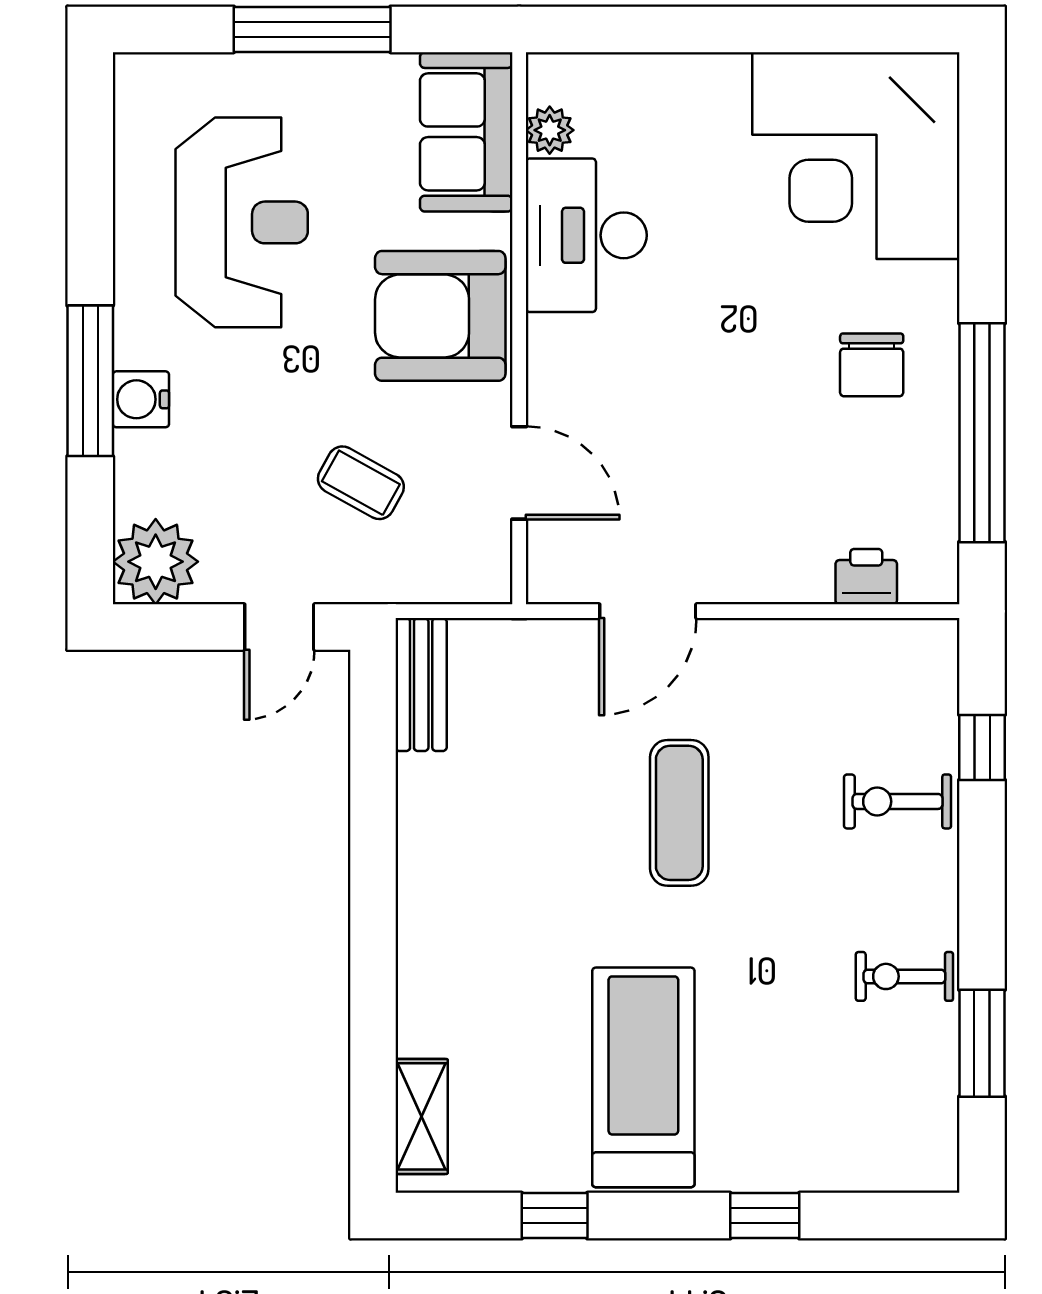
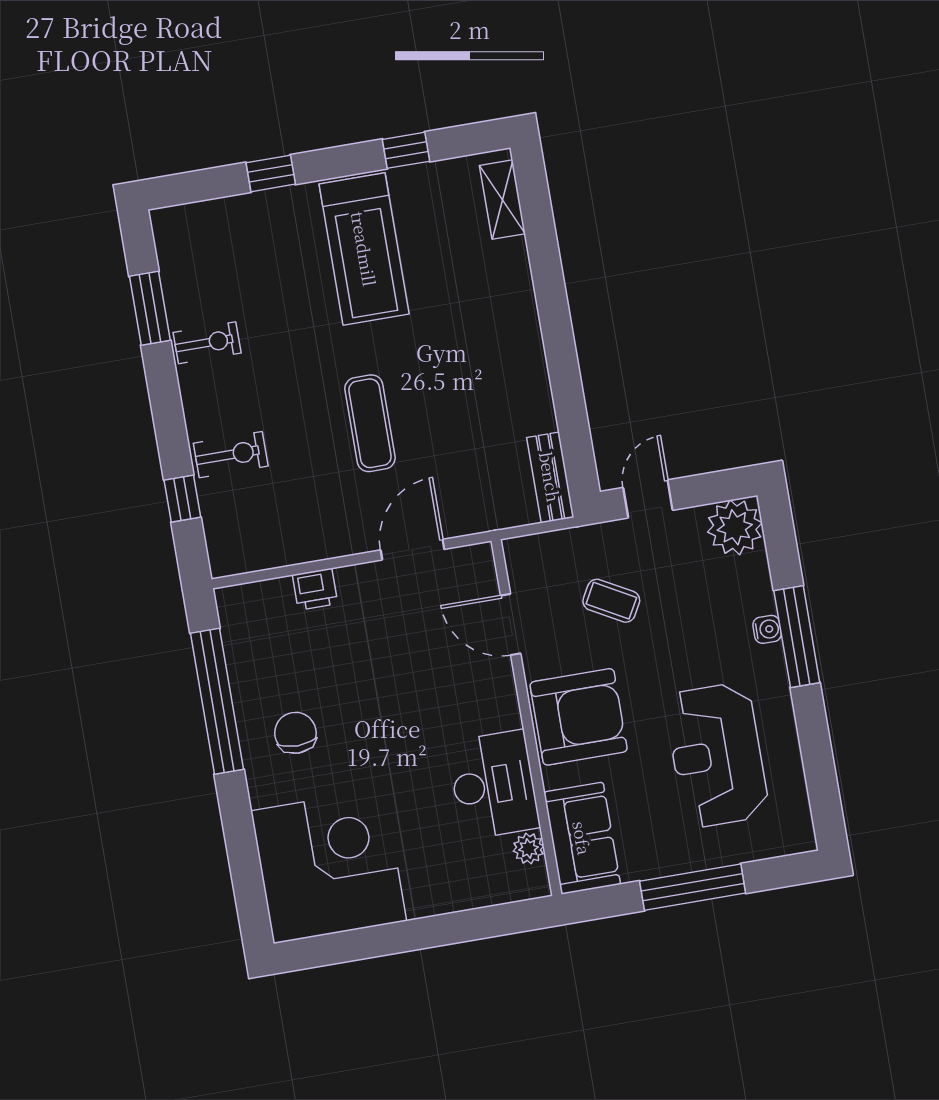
water cooler: (141, 399) -> (767, 629), width x0.72, depth x0.72
printer: (866, 577) -> (315, 589), moved

